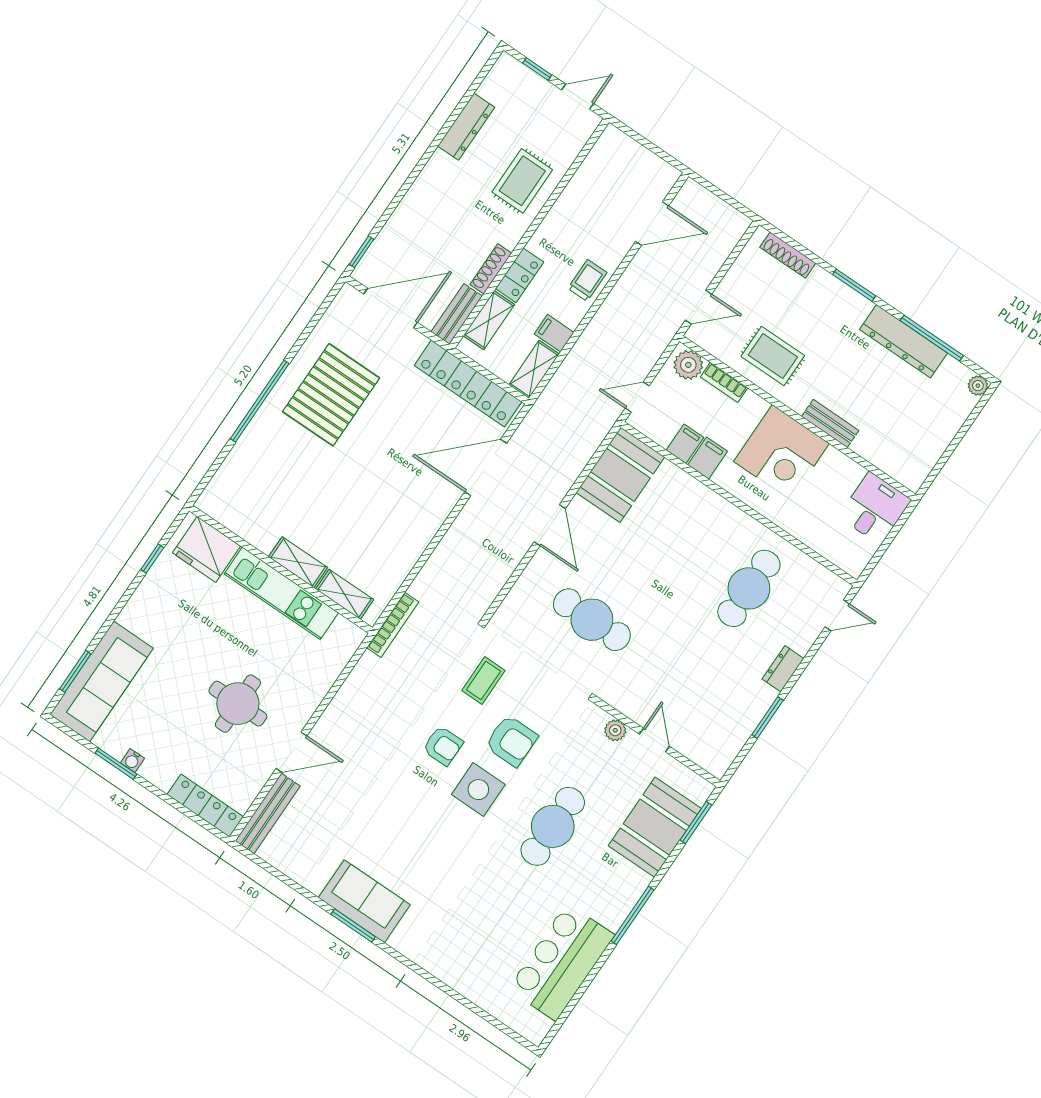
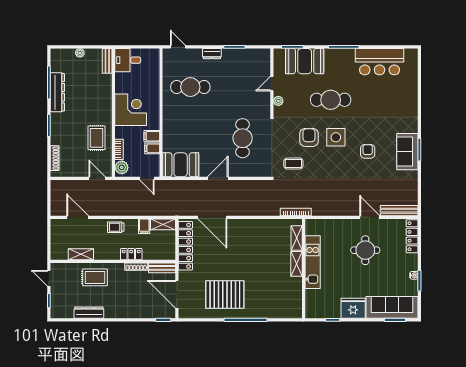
shelving: (489, 320) -> (81, 254), moved
plant: (978, 386) -> (80, 53), moved
bench: (830, 423) -> (107, 61), moved
fridge: (207, 549) -> (353, 308), moved, turned -90
armchair: (443, 746) -> (368, 151), moved

